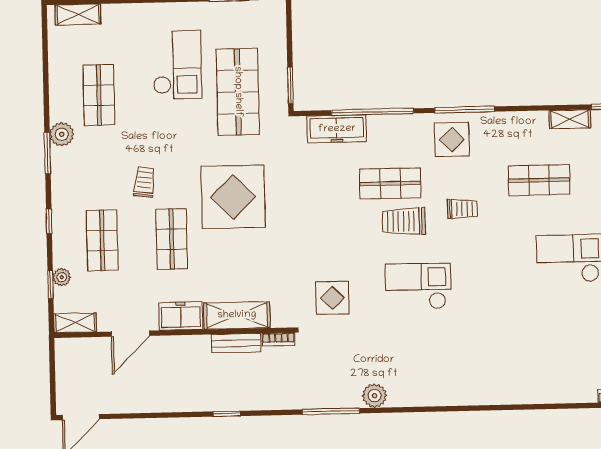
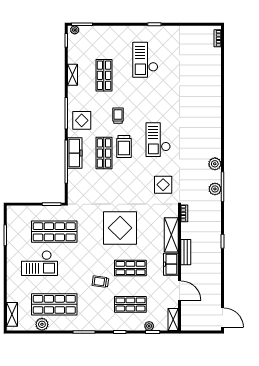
checkout: (177, 65) -> (39, 263), turned 180
shop shelf: (99, 95) -> (54, 304), width x1.43, depth x1.36
shelving: (570, 119) -> (72, 75), moved
freezer: (337, 129) -> (75, 153), moved
plant: (62, 134) -> (42, 324), moved
display table: (233, 197) -> (120, 228), moved
bench: (236, 343) -> (186, 252), moved
plant: (327, 397) -> (215, 189), added

